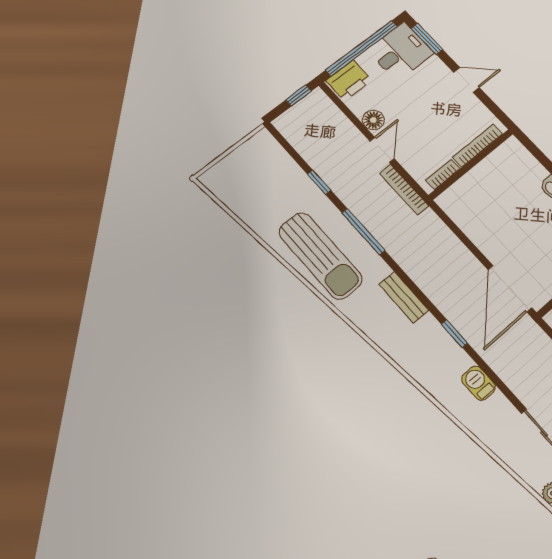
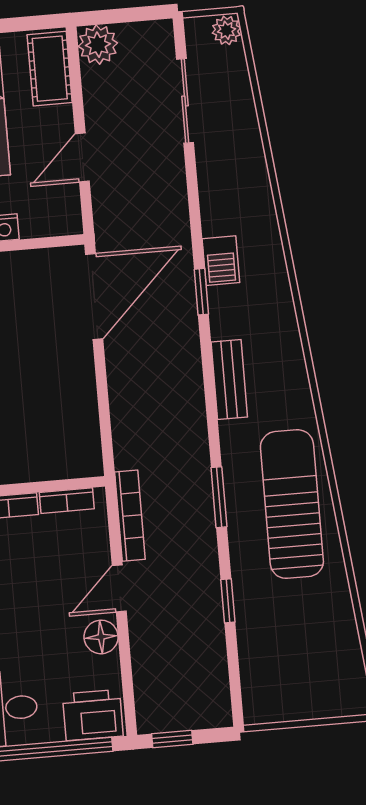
window: (363, 232) -> (219, 497), width x0.69
barbecue: (479, 383) -> (221, 261), moved

